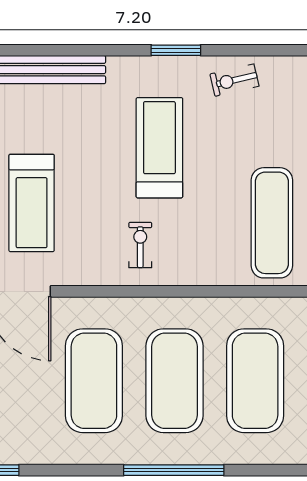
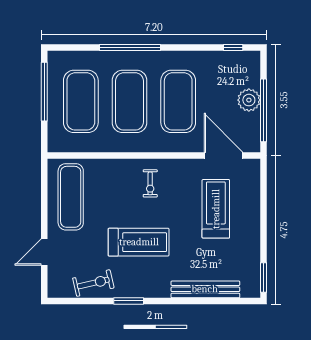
exercise bike: (234, 80) -> (93, 283), width x1.38, depth x1.39
treadmill: (159, 148) -> (139, 242), turned -90

